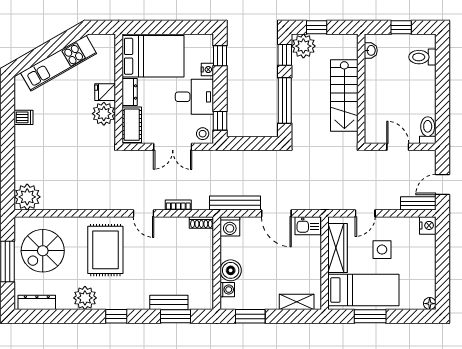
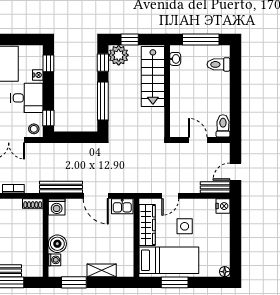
window: (401, 27) -> (201, 40), width x2.17
stairs: (344, 96) -> (153, 77), moved
shelving: (297, 302) -> (102, 270), moved

